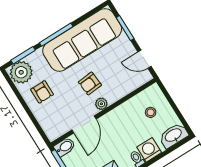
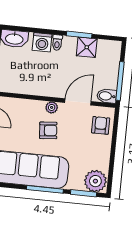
armchair: (42, 92) -> (101, 125), moved
stool: (151, 112) -> (18, 71), removed

